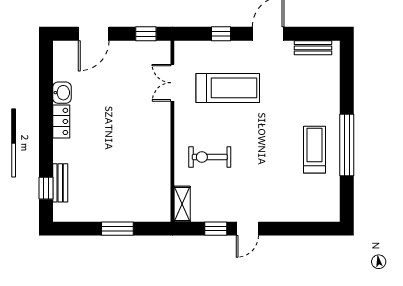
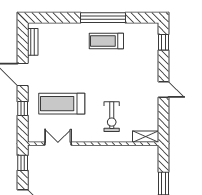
double door: (172, 83) -> (58, 144), swing flipped
treadmill: (228, 88) -> (62, 104), turned -90
window: (216, 229) -> (163, 42), moved

